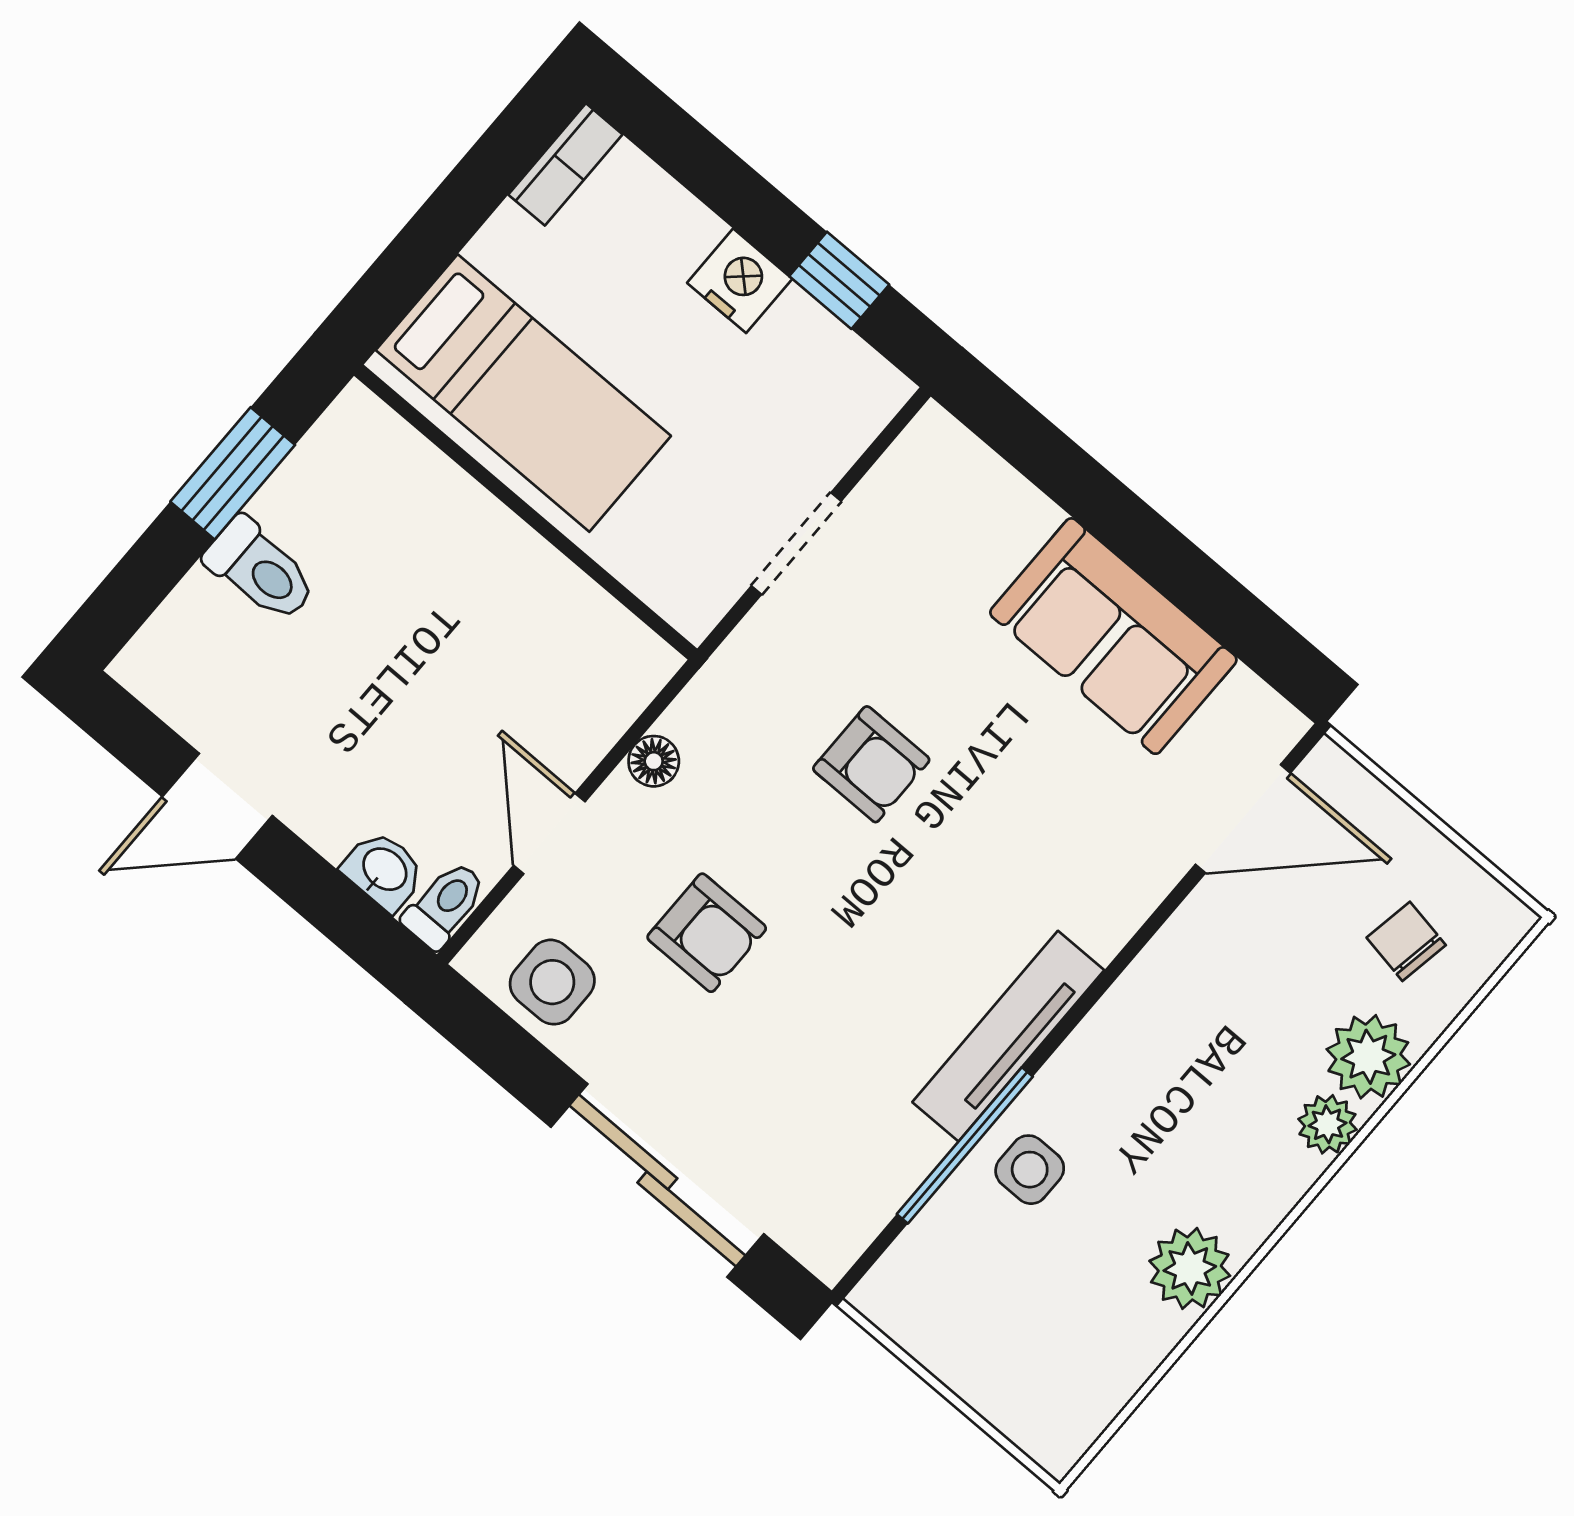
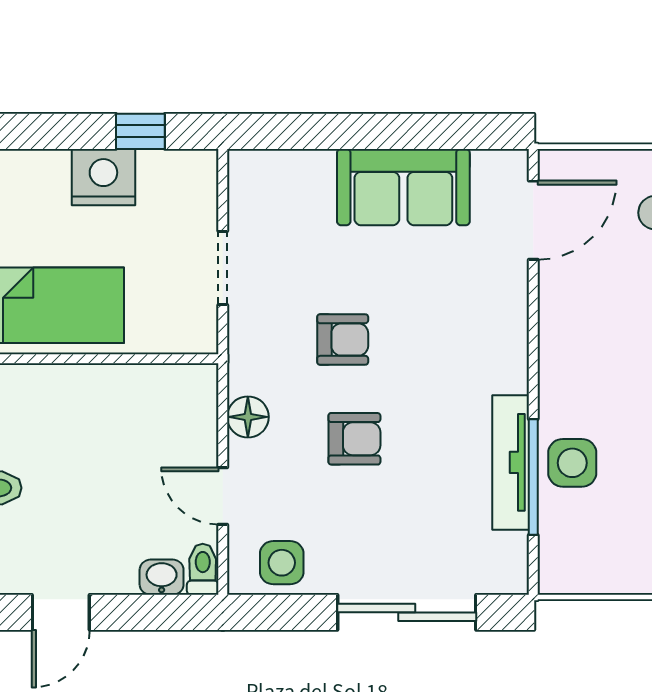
nightstand: (740, 281) -> (103, 177), width x1.36, depth x1.33
floor lamp: (654, 761) -> (248, 417), width x1.37, depth x1.37
armchair: (707, 933) -> (354, 439), moved
tv unit: (1008, 1036) -> (511, 462), moved
side table: (1030, 1170) -> (572, 463), width x1.37, depth x1.37

